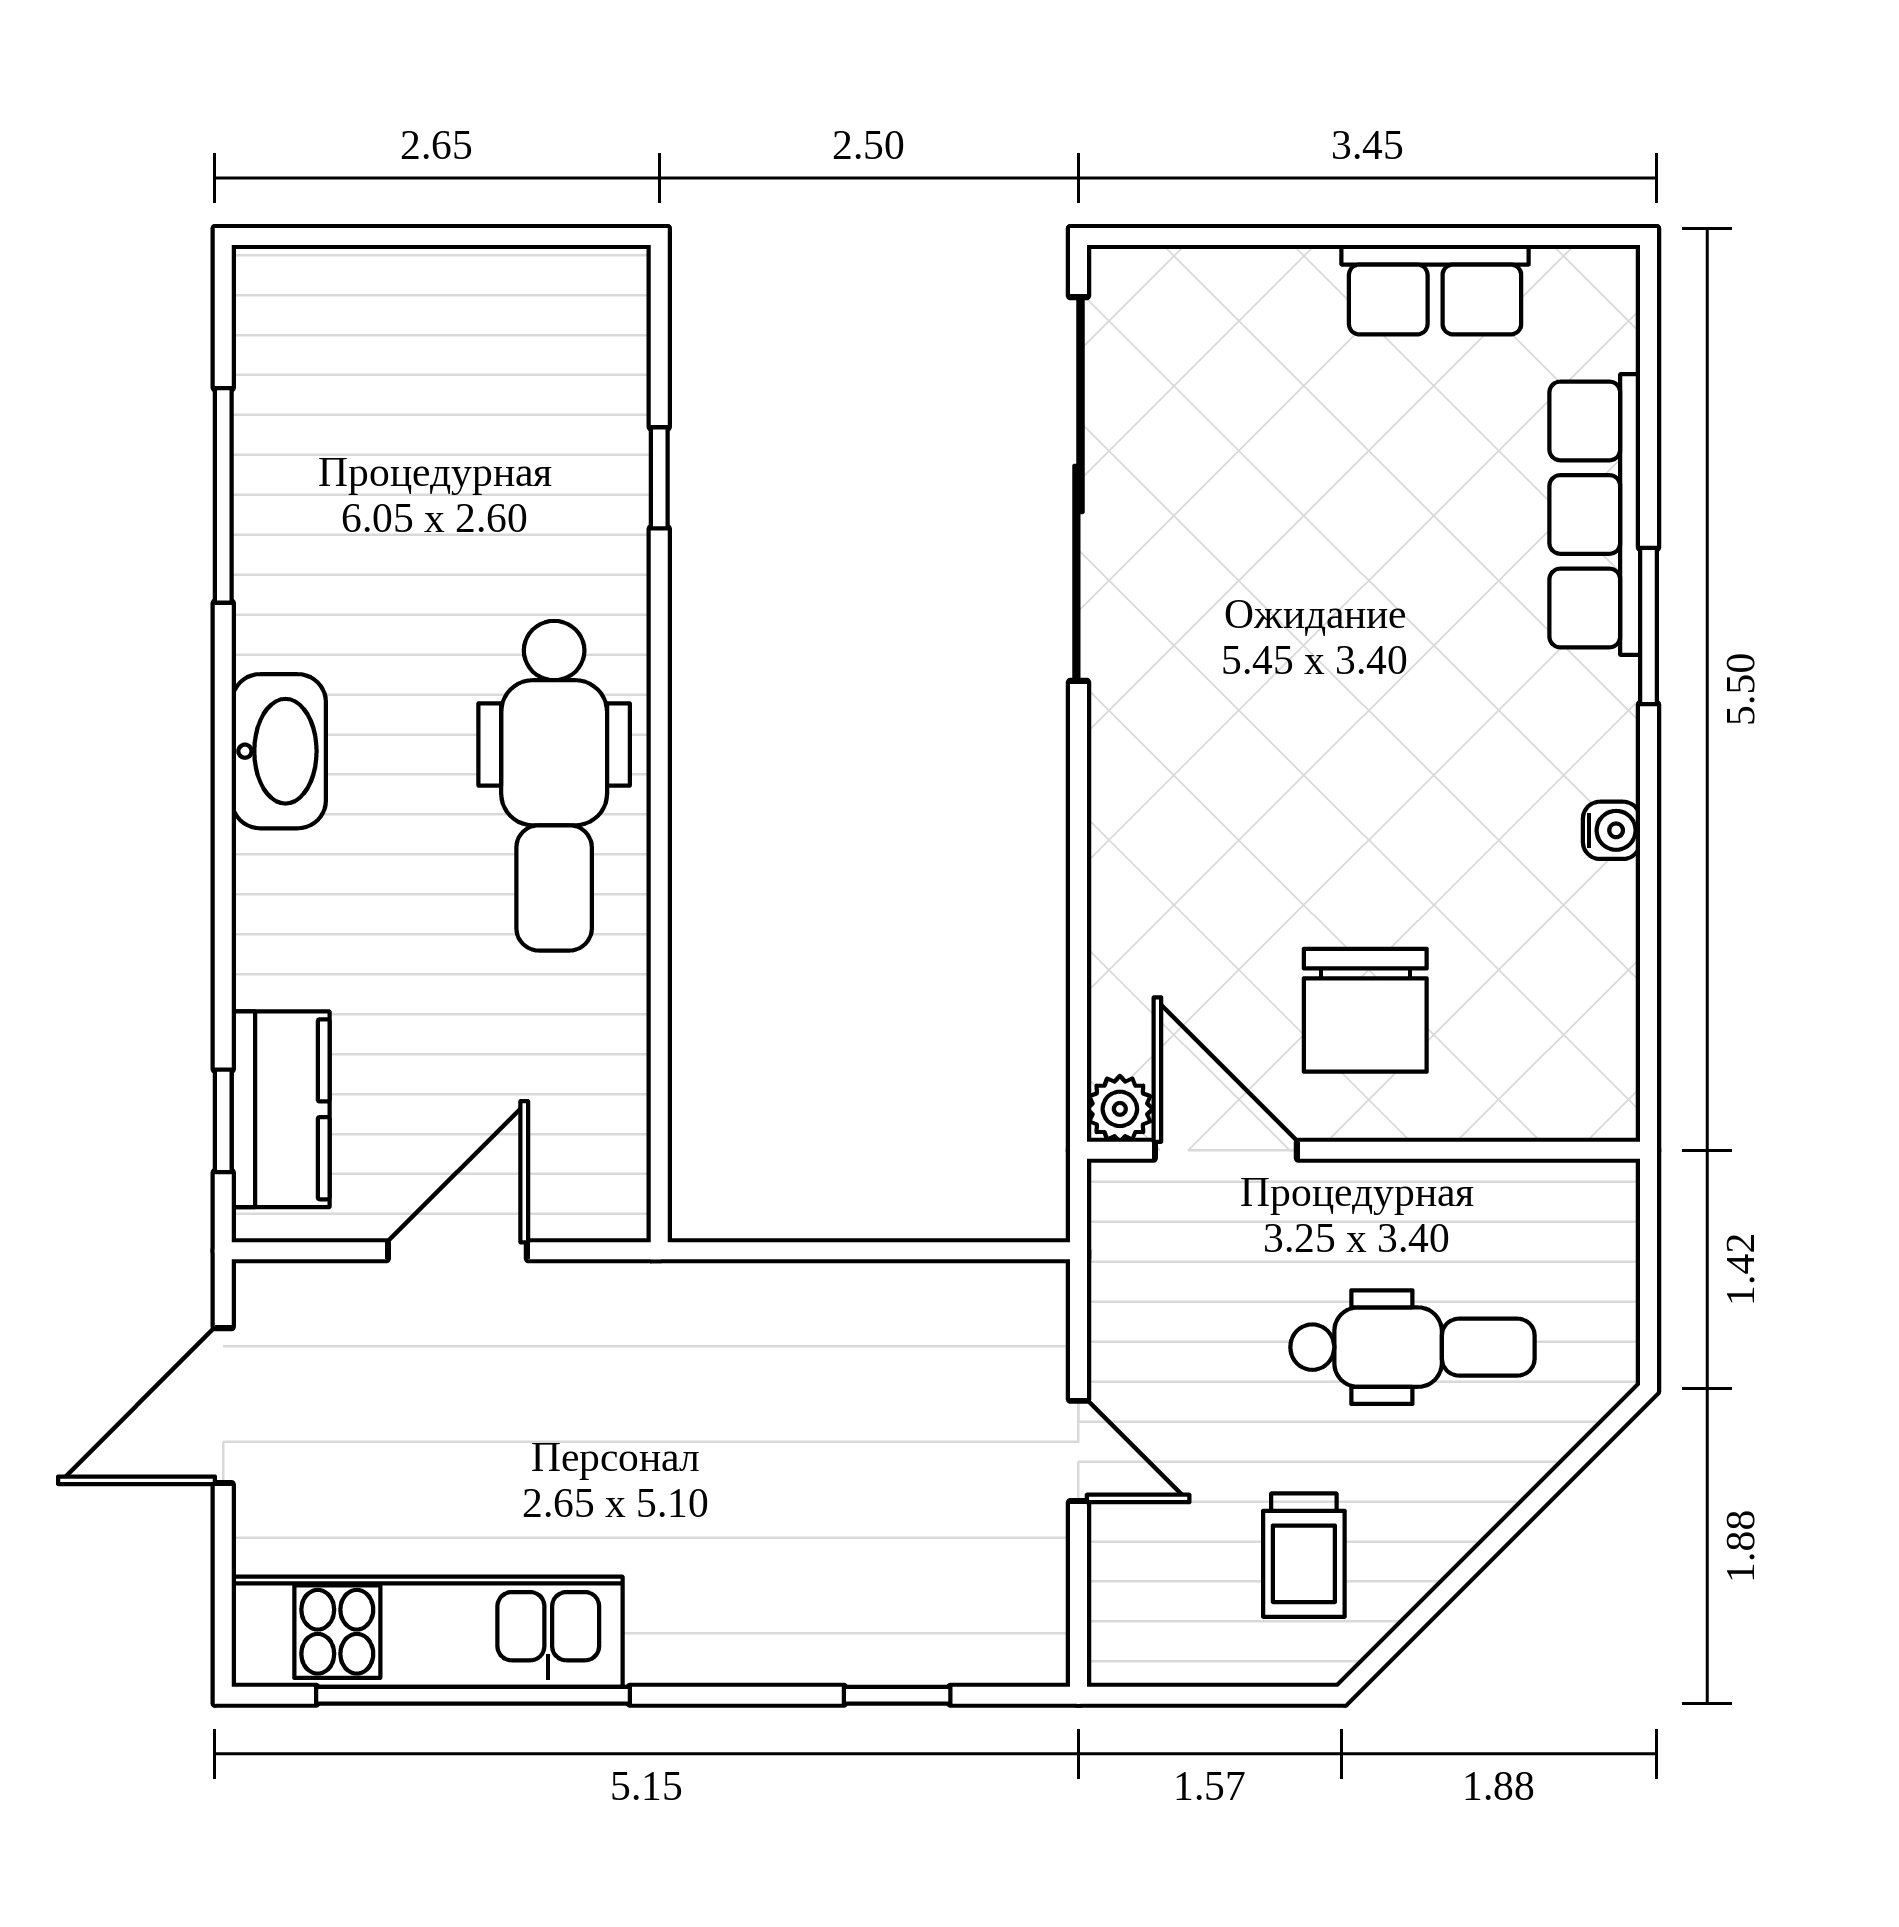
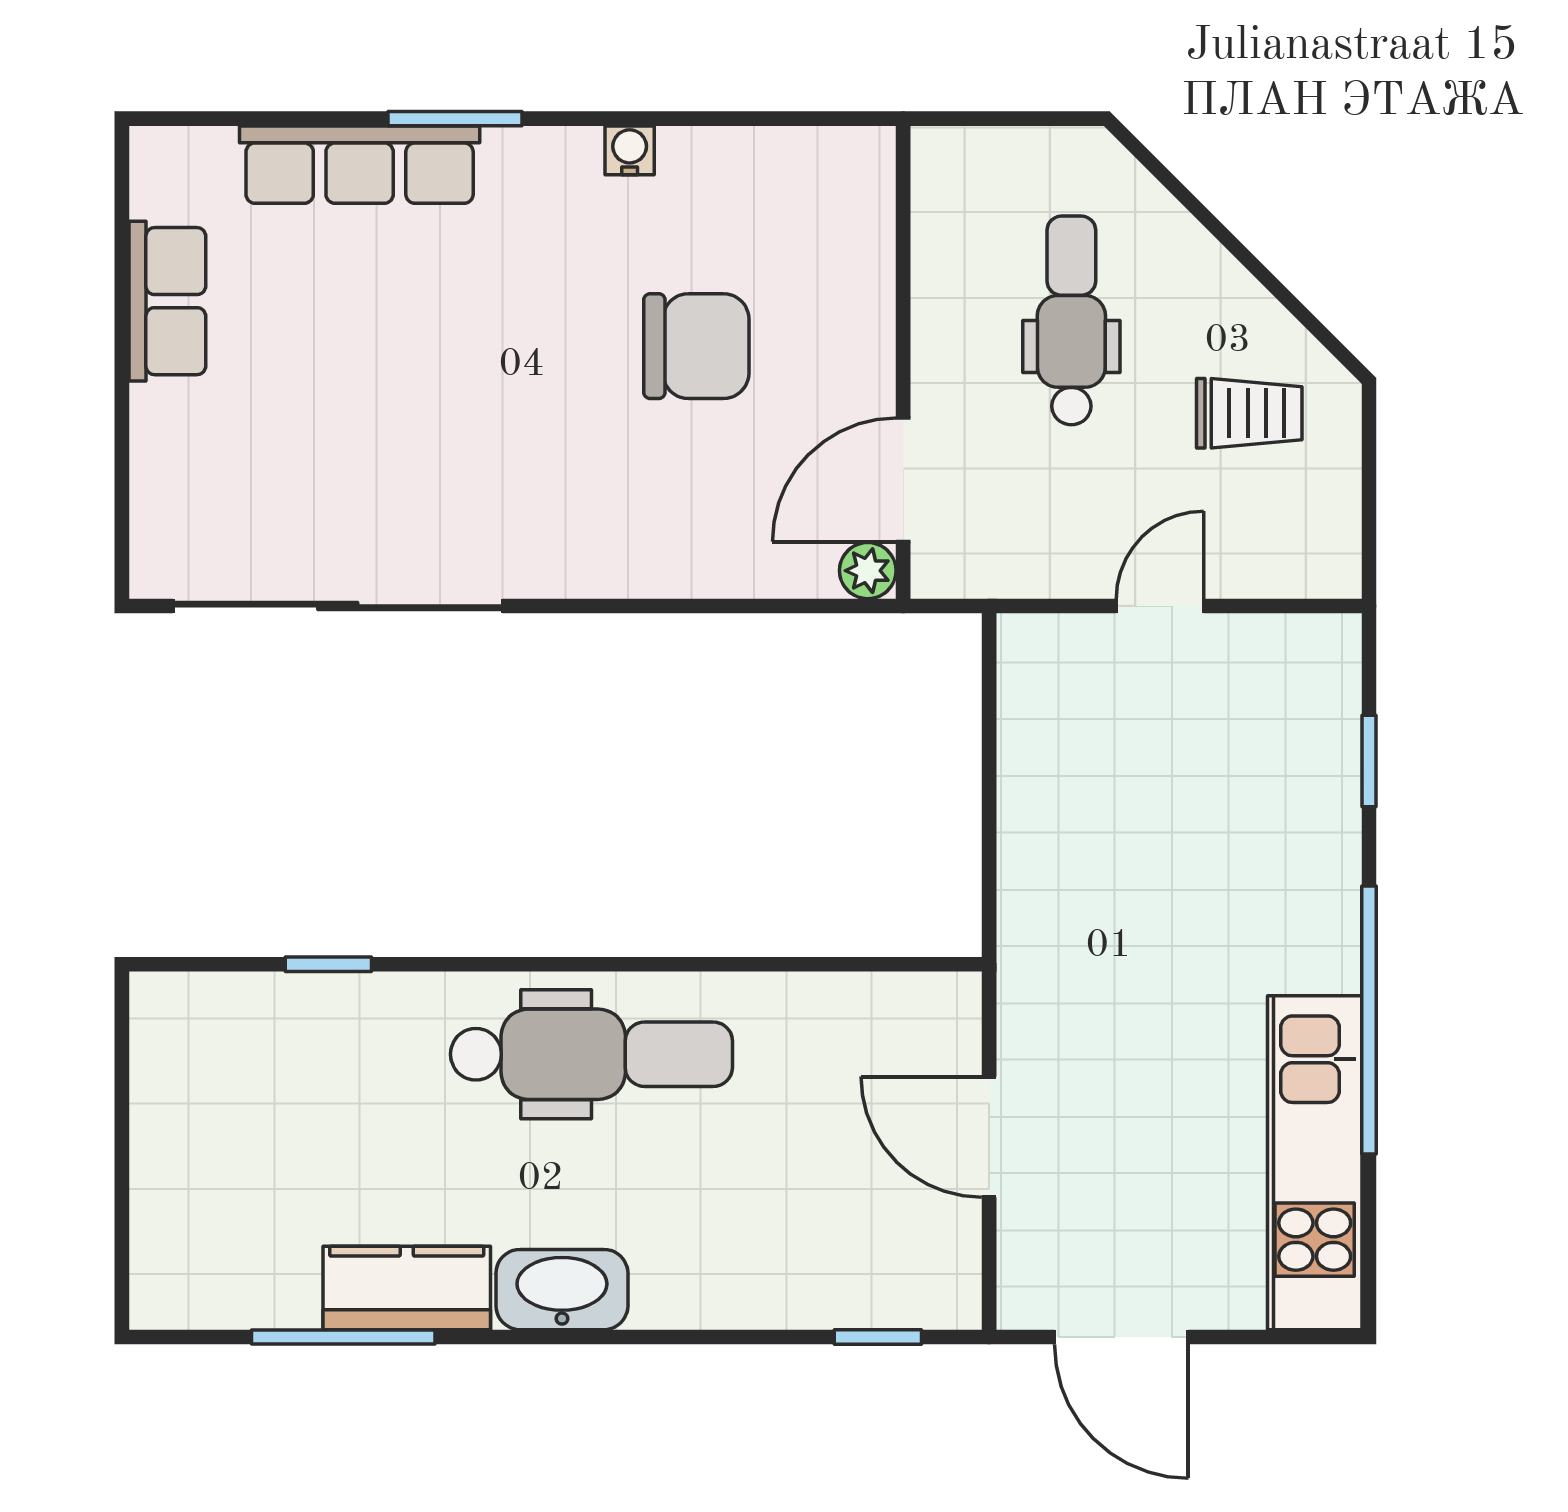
chair: (1365, 1010) -> (696, 346), moved
kitchen counter: (281, 1109) -> (407, 1288), moved
window: (473, 1695) -> (1369, 1020), moved

